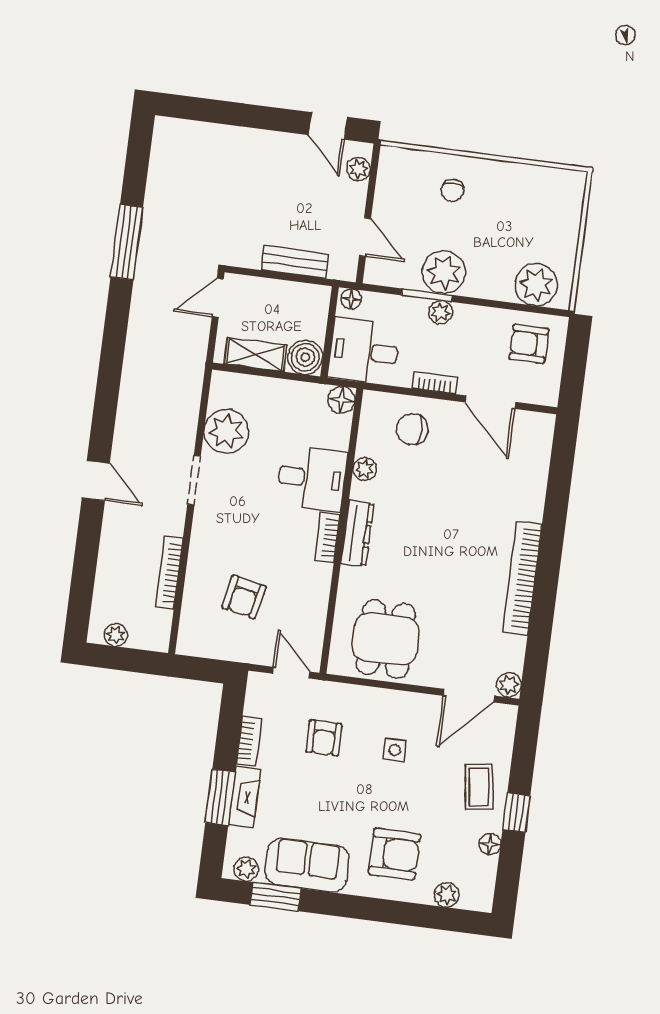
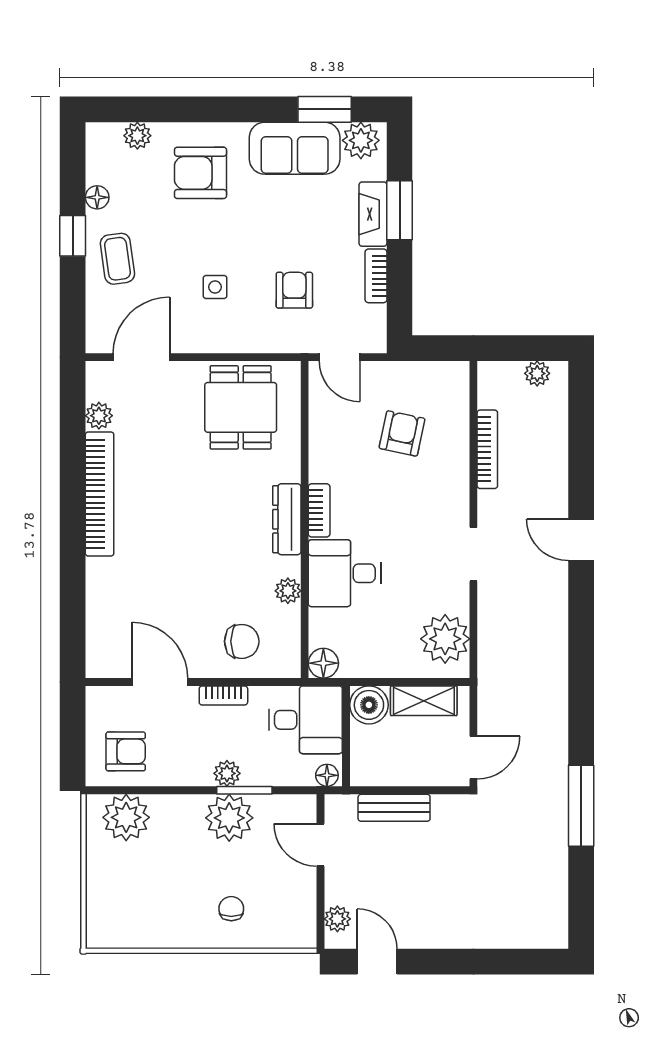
plant: (226, 431) -> (445, 639), moved
plant: (509, 685) -> (99, 416), moved
plant: (246, 869) -> (361, 140), width x1.38, depth x1.38

